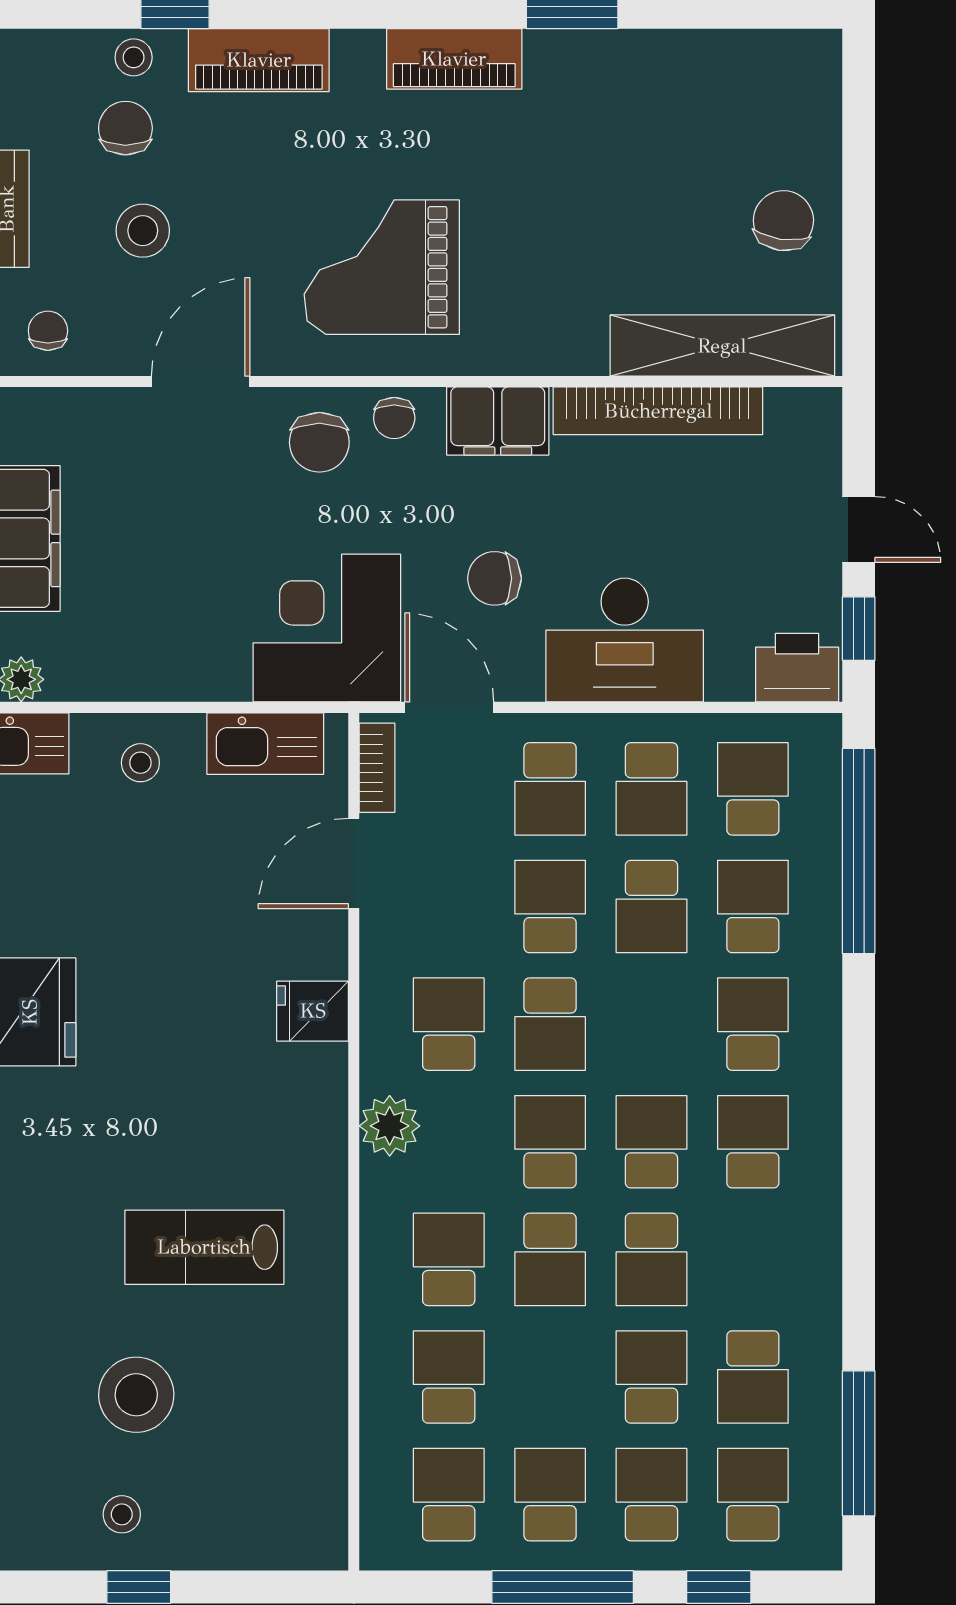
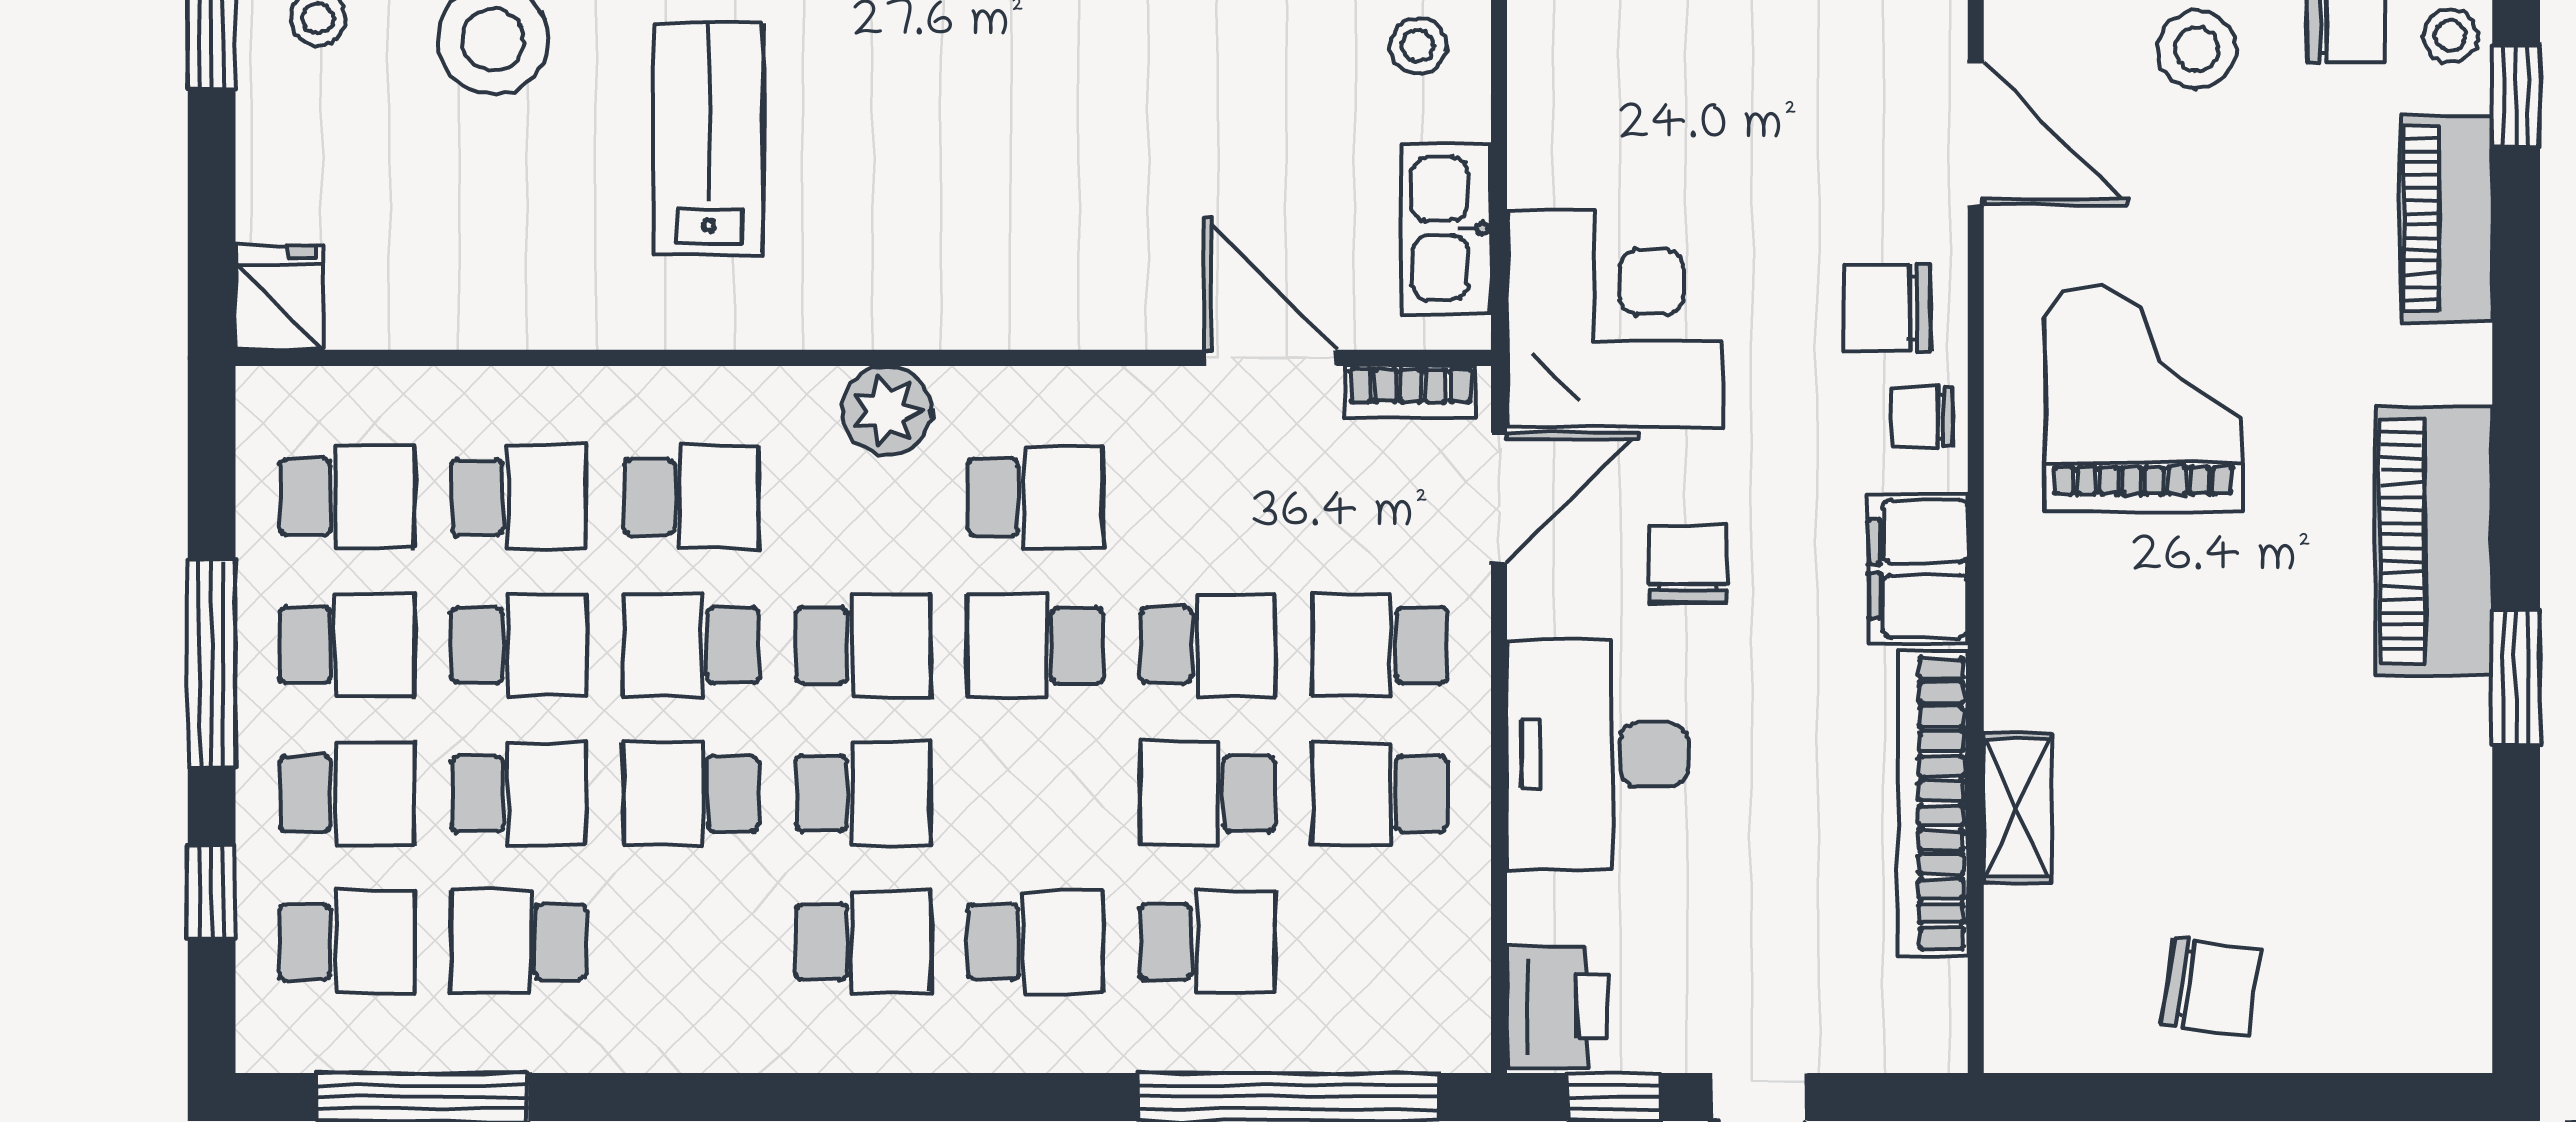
piano: (454, 59) -> (2434, 541), width x1.37, depth x1.33
shelving: (722, 346) -> (2017, 808), width x0.45, depth x0.75
school desk: (753, 789) -> (519, 645), moved
fridge: (313, 1011) -> (279, 298), moved

